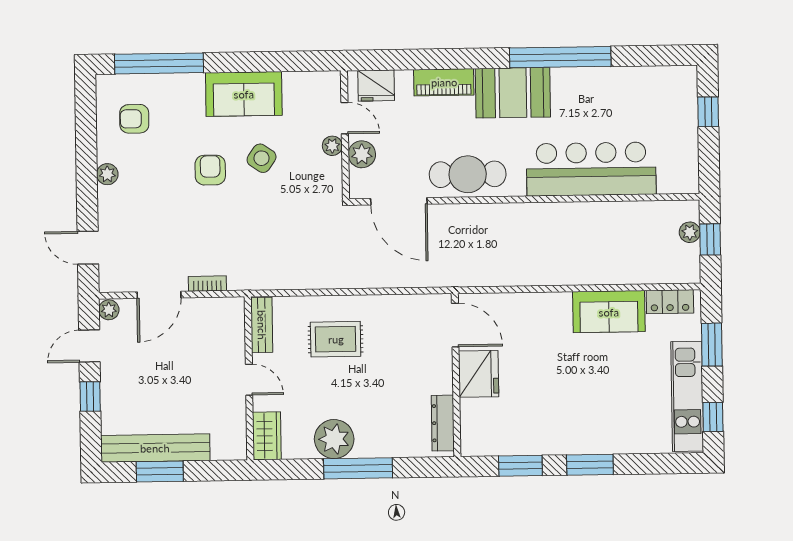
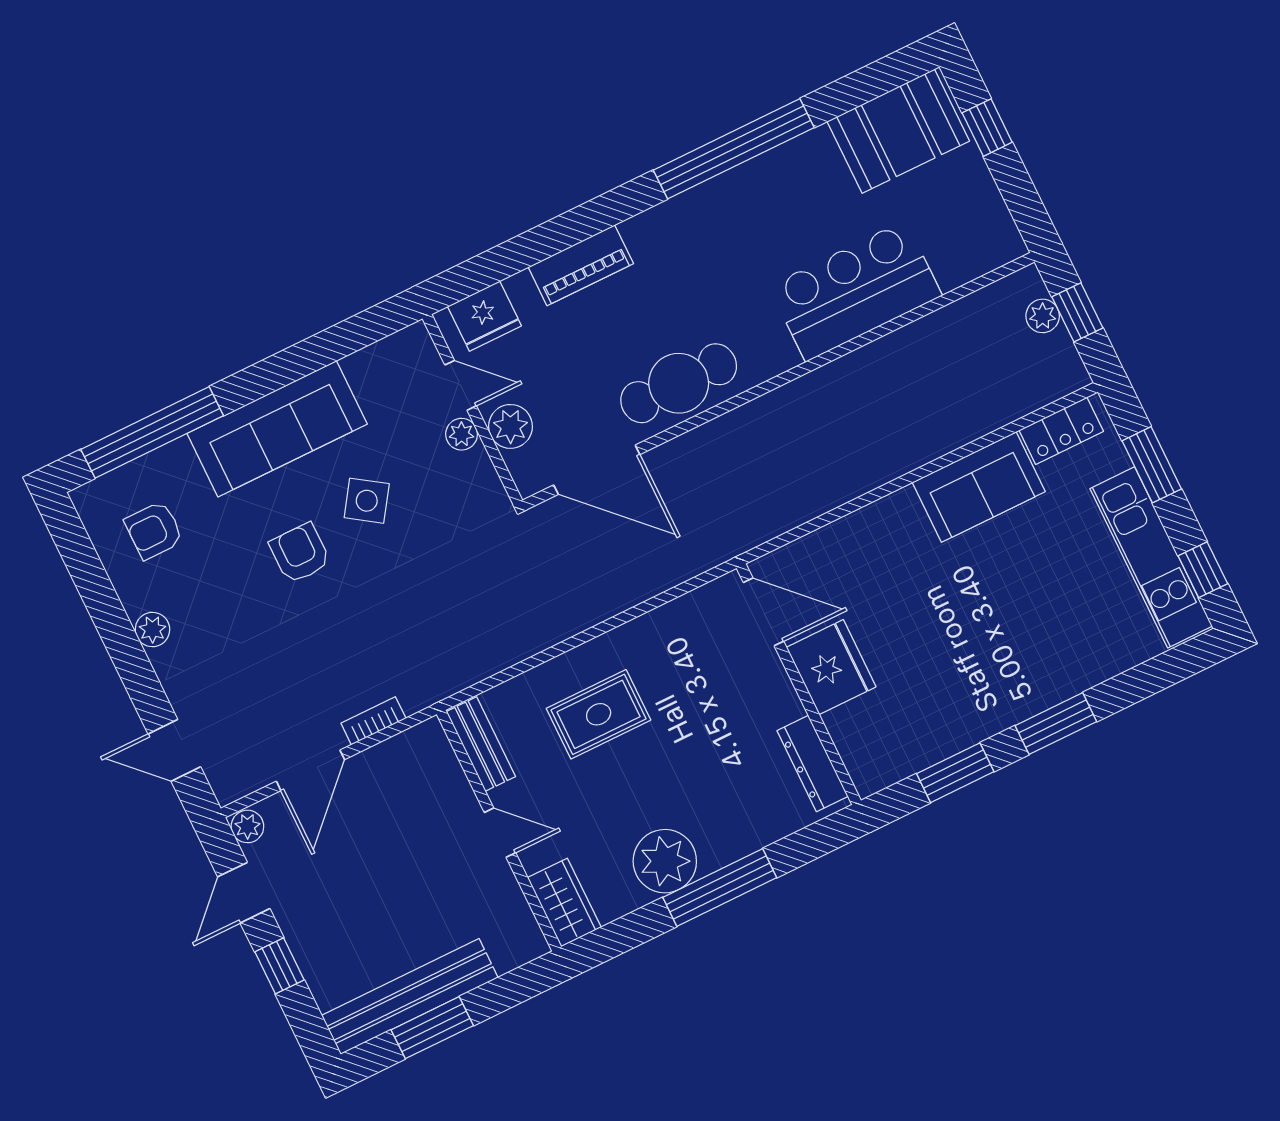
booth: (513, 93) -> (898, 131), moved
sofa: (244, 94) -> (277, 429), width x1.36
bar counter: (591, 169) -> (856, 291), width x0.73

